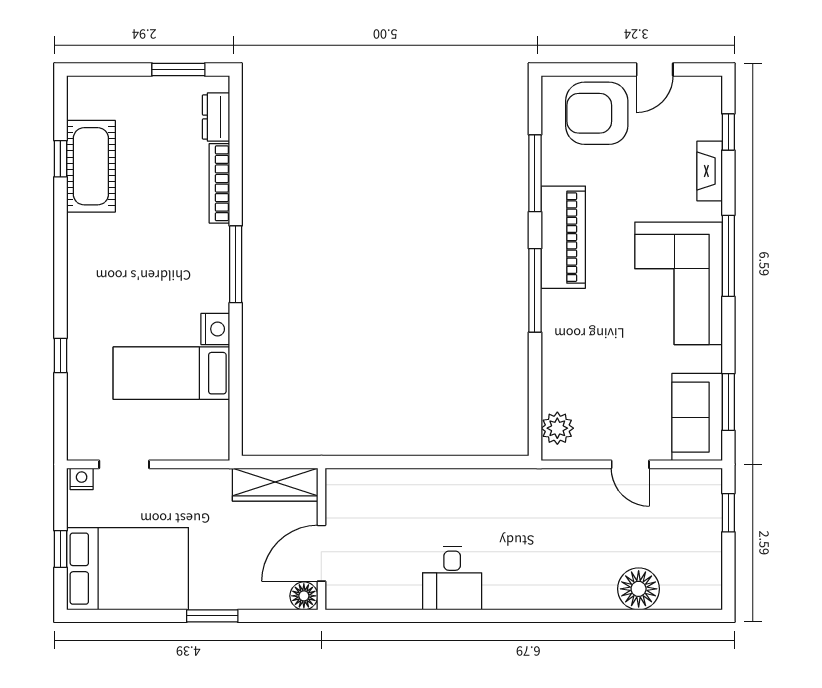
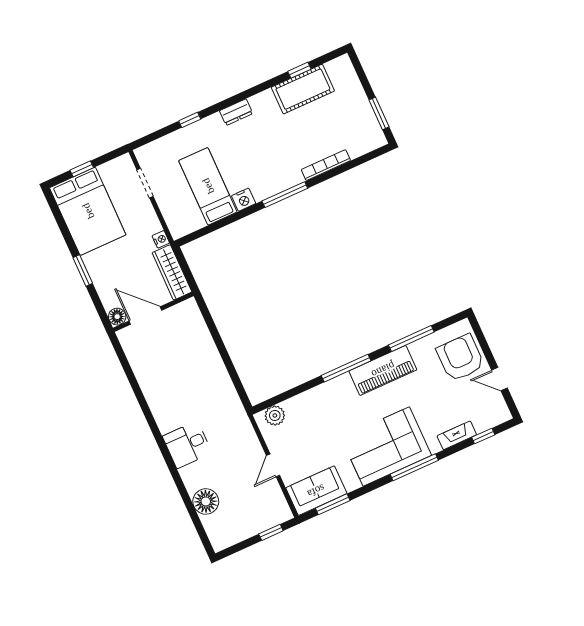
dresser: (216, 117) -> (236, 112), moved, turned 180
nightstand: (82, 479) -> (161, 239), moved
desk: (452, 578) -> (187, 445), moved

